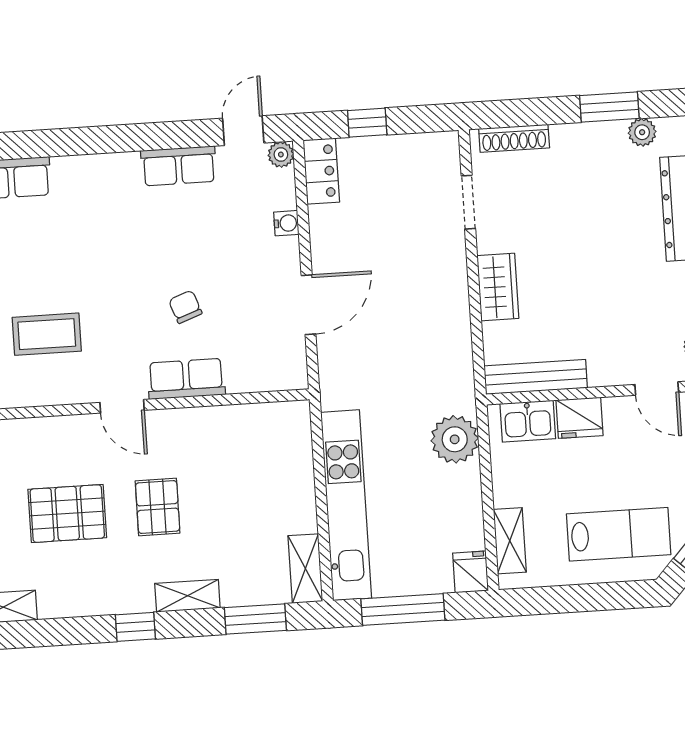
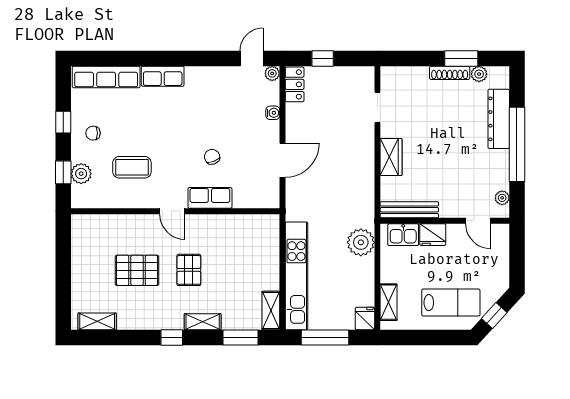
shoe rack: (514, 138) -> (450, 73), moved
row of seats: (179, 166) -> (163, 76), moved

